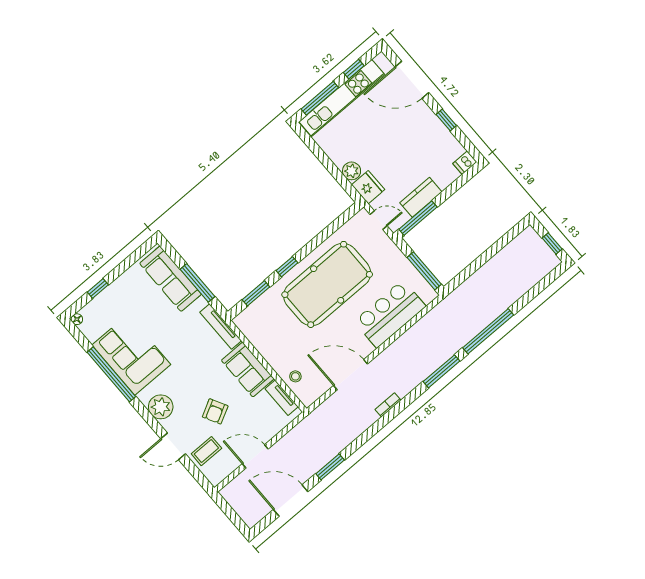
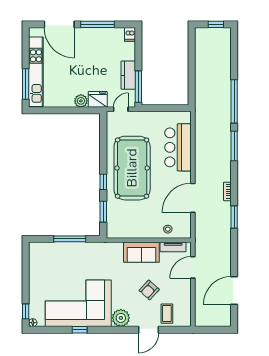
window: (354, 69) -> (26, 51), removed
door: (412, 80) -> (59, 24), hinge flipped
window: (446, 120) -> (98, 24), width x2.17
window: (424, 271) -> (170, 108), removed
sofa: (171, 279) -> (55, 252), removed
window: (98, 288) -> (26, 311), moved
tv unit: (221, 327) -> (105, 247), removed
corner sofa: (131, 355) -> (78, 303), width x1.36, depth x1.36
window: (111, 374) -> (80, 330), width x0.32
armchair: (215, 411) -> (149, 290), turned 70
door: (255, 456) -> (193, 267), moved
window: (330, 467) -> (234, 217), moved

